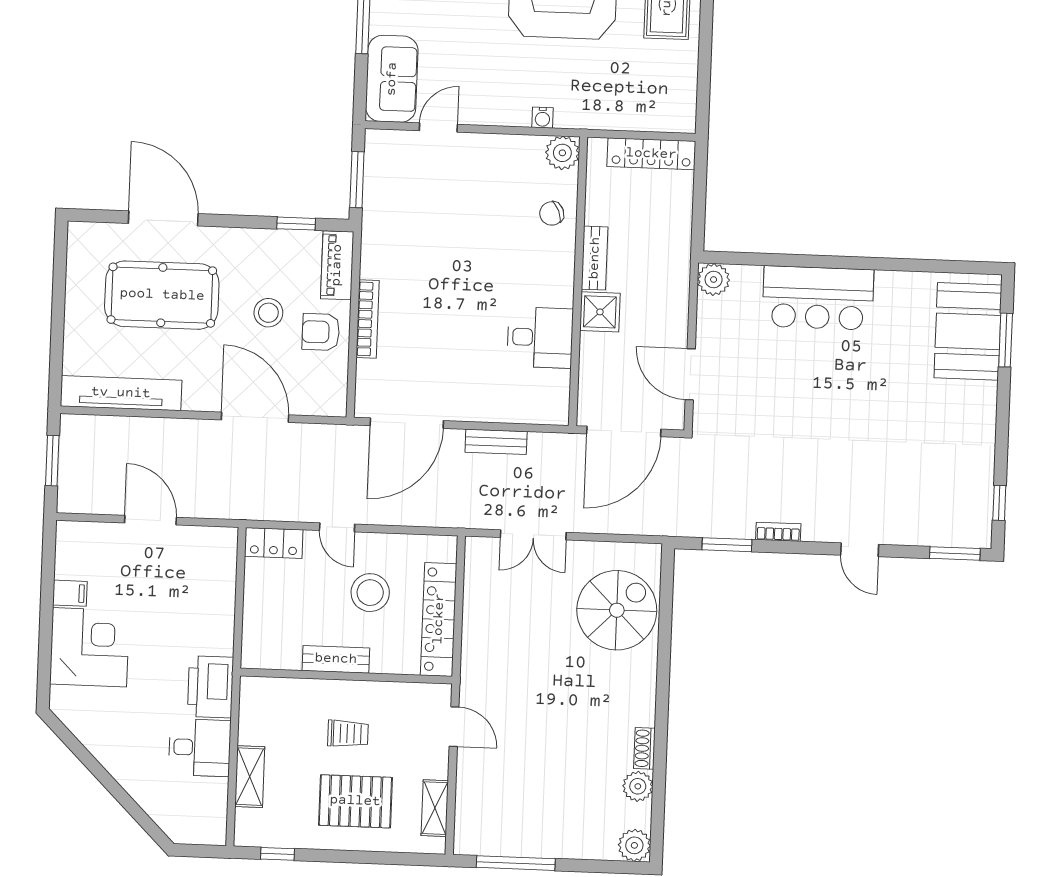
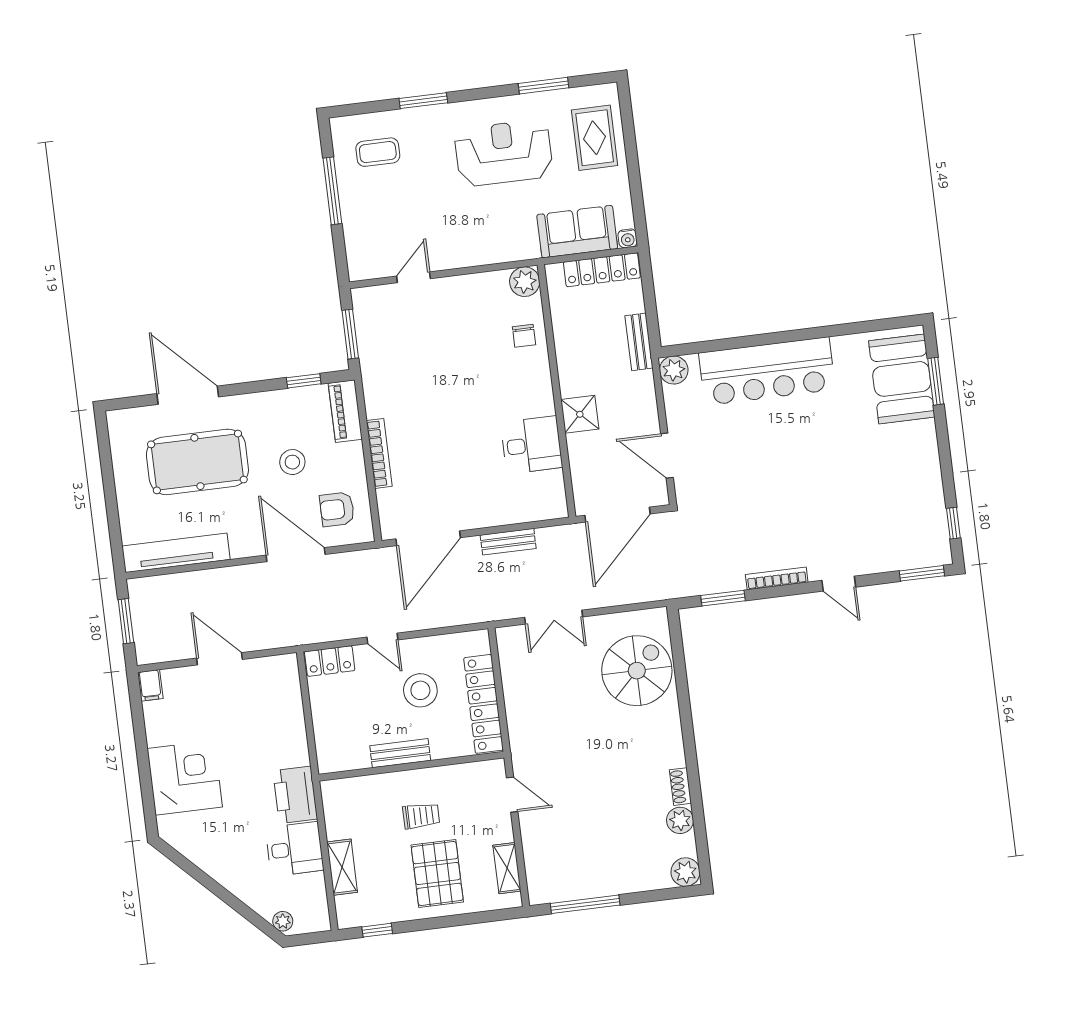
sofa: (392, 79) -> (577, 232), moved, turned -90
water cooler: (542, 118) -> (628, 238), moved
chair: (552, 213) -> (524, 336), turned -68
bench: (595, 258) -> (639, 342), moved
bar counter: (818, 298) -> (767, 371), width x1.36
armchair: (321, 332) -> (337, 509), moved
bookcase: (778, 532) -> (777, 578), width x1.56
filing cabinet: (70, 593) -> (150, 685), moved, turned 90
pallet: (355, 801) -> (437, 873), turned 90
plant: (173, 827) -> (283, 921), added

